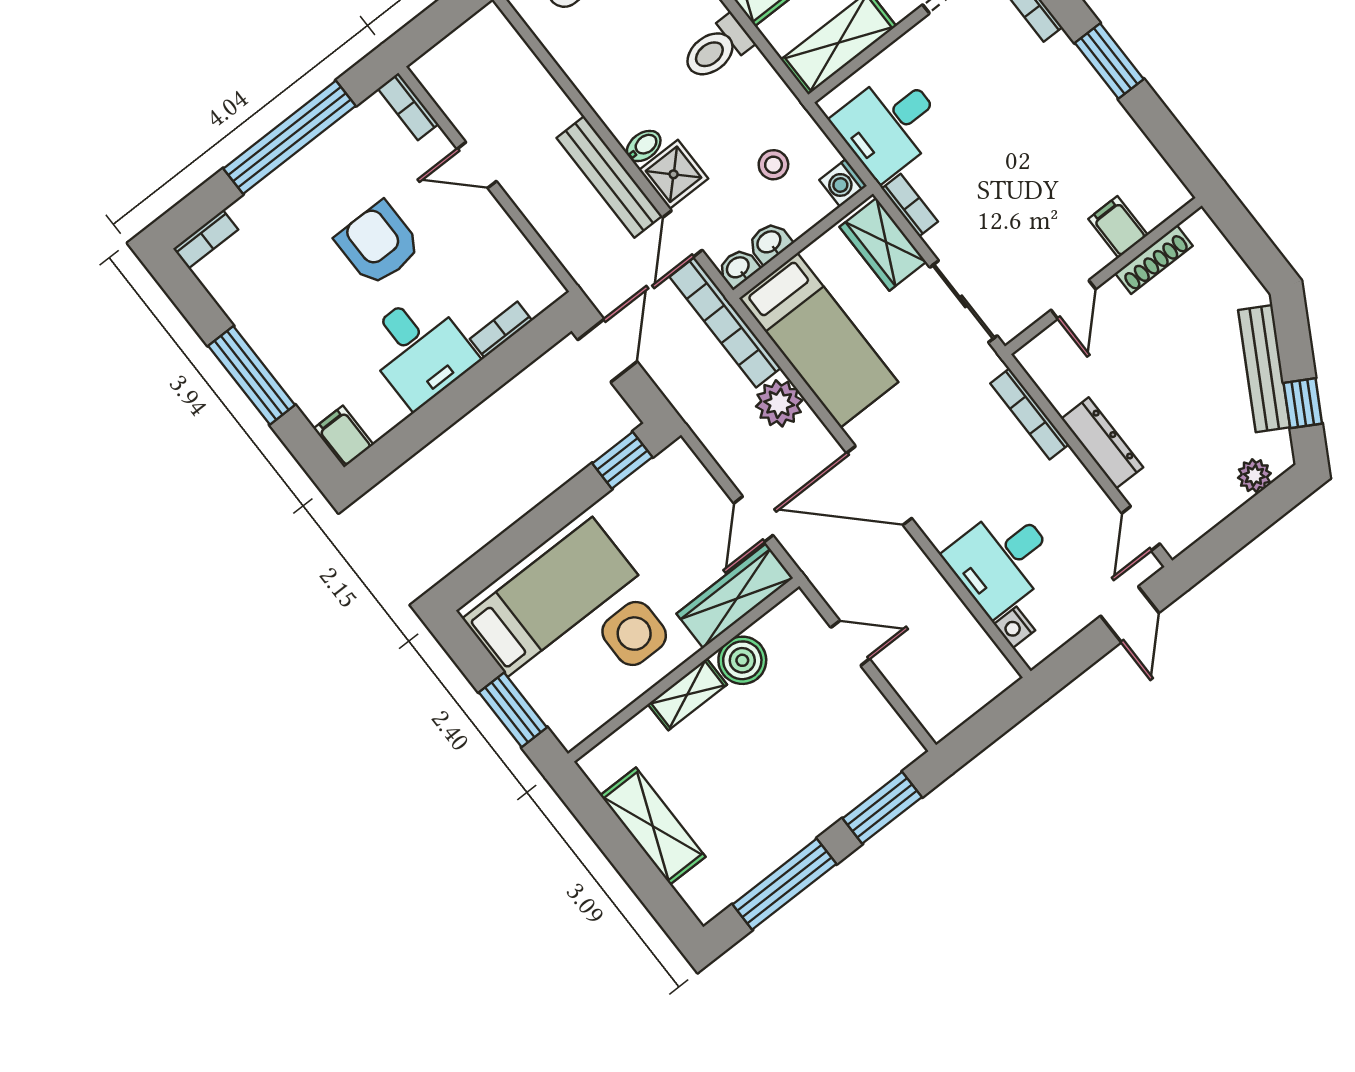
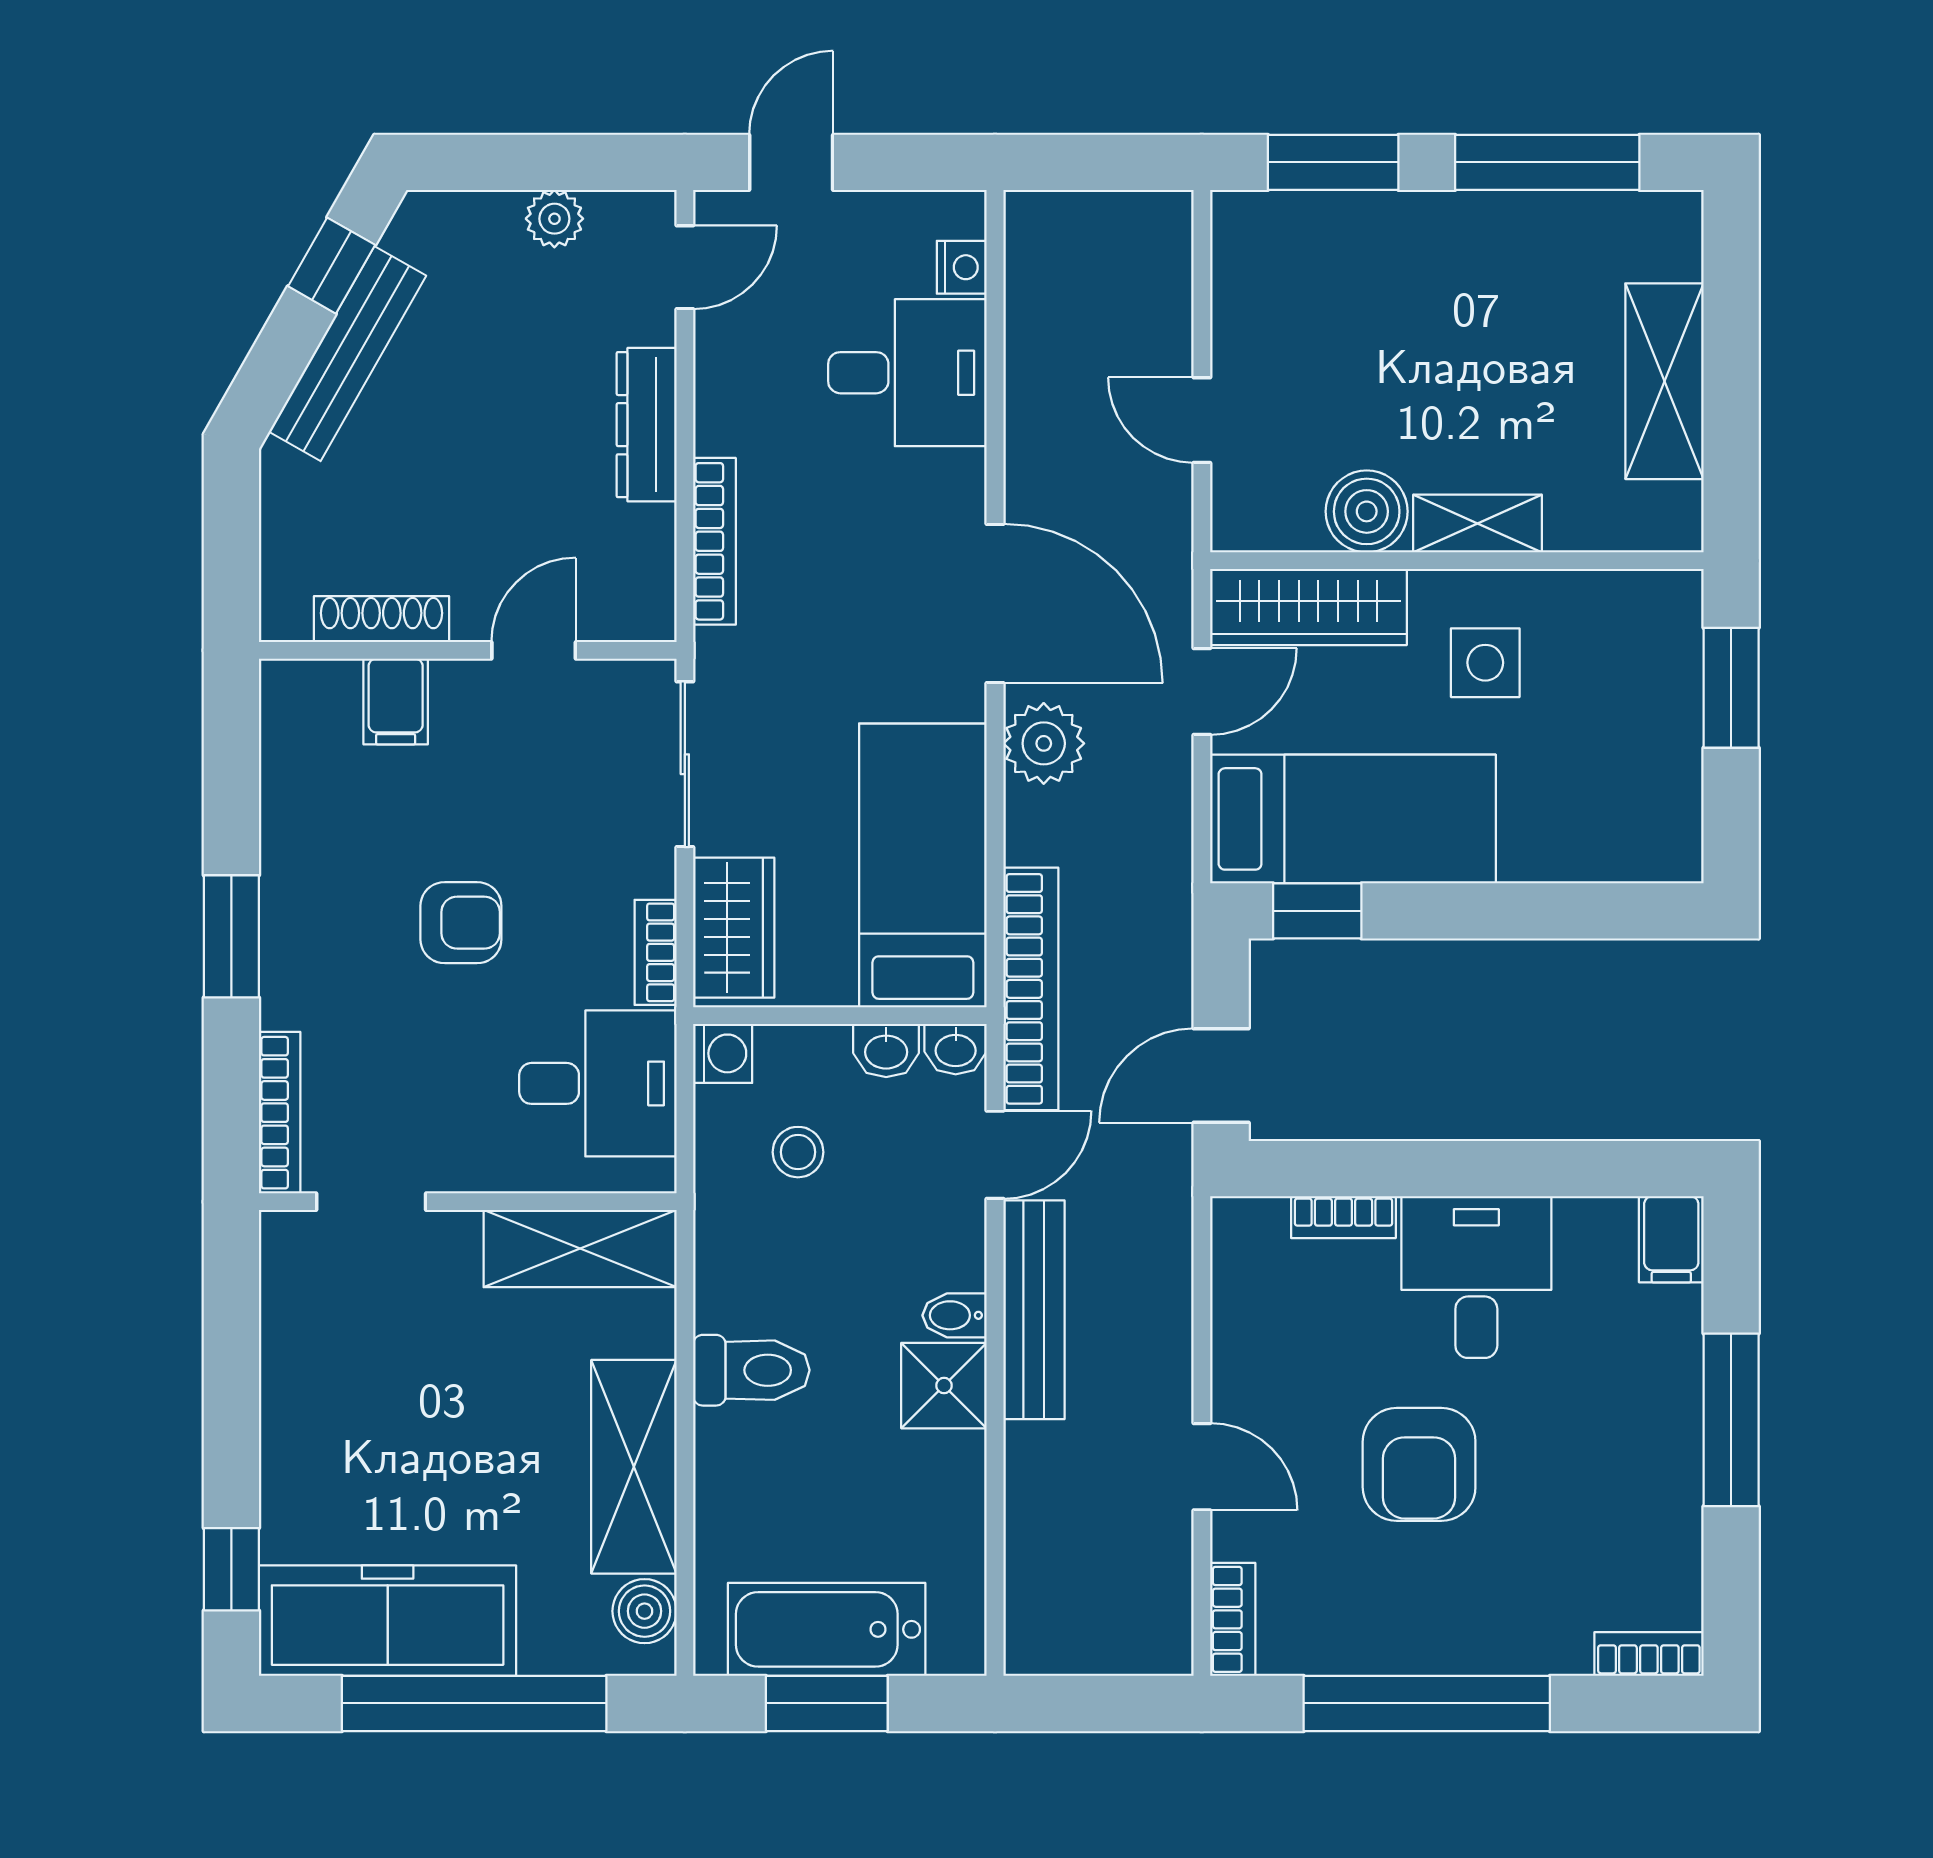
armchair: (1009, 149) -> (461, 923), added
shower: (674, 174) -> (944, 1386), moved
plant: (779, 403) -> (1044, 743), moved
plant: (1254, 476) -> (554, 219), moved
bed: (550, 597) -> (1353, 819), moved, turned 180
side table: (634, 634) -> (1485, 663), width x0.73, depth x0.73

